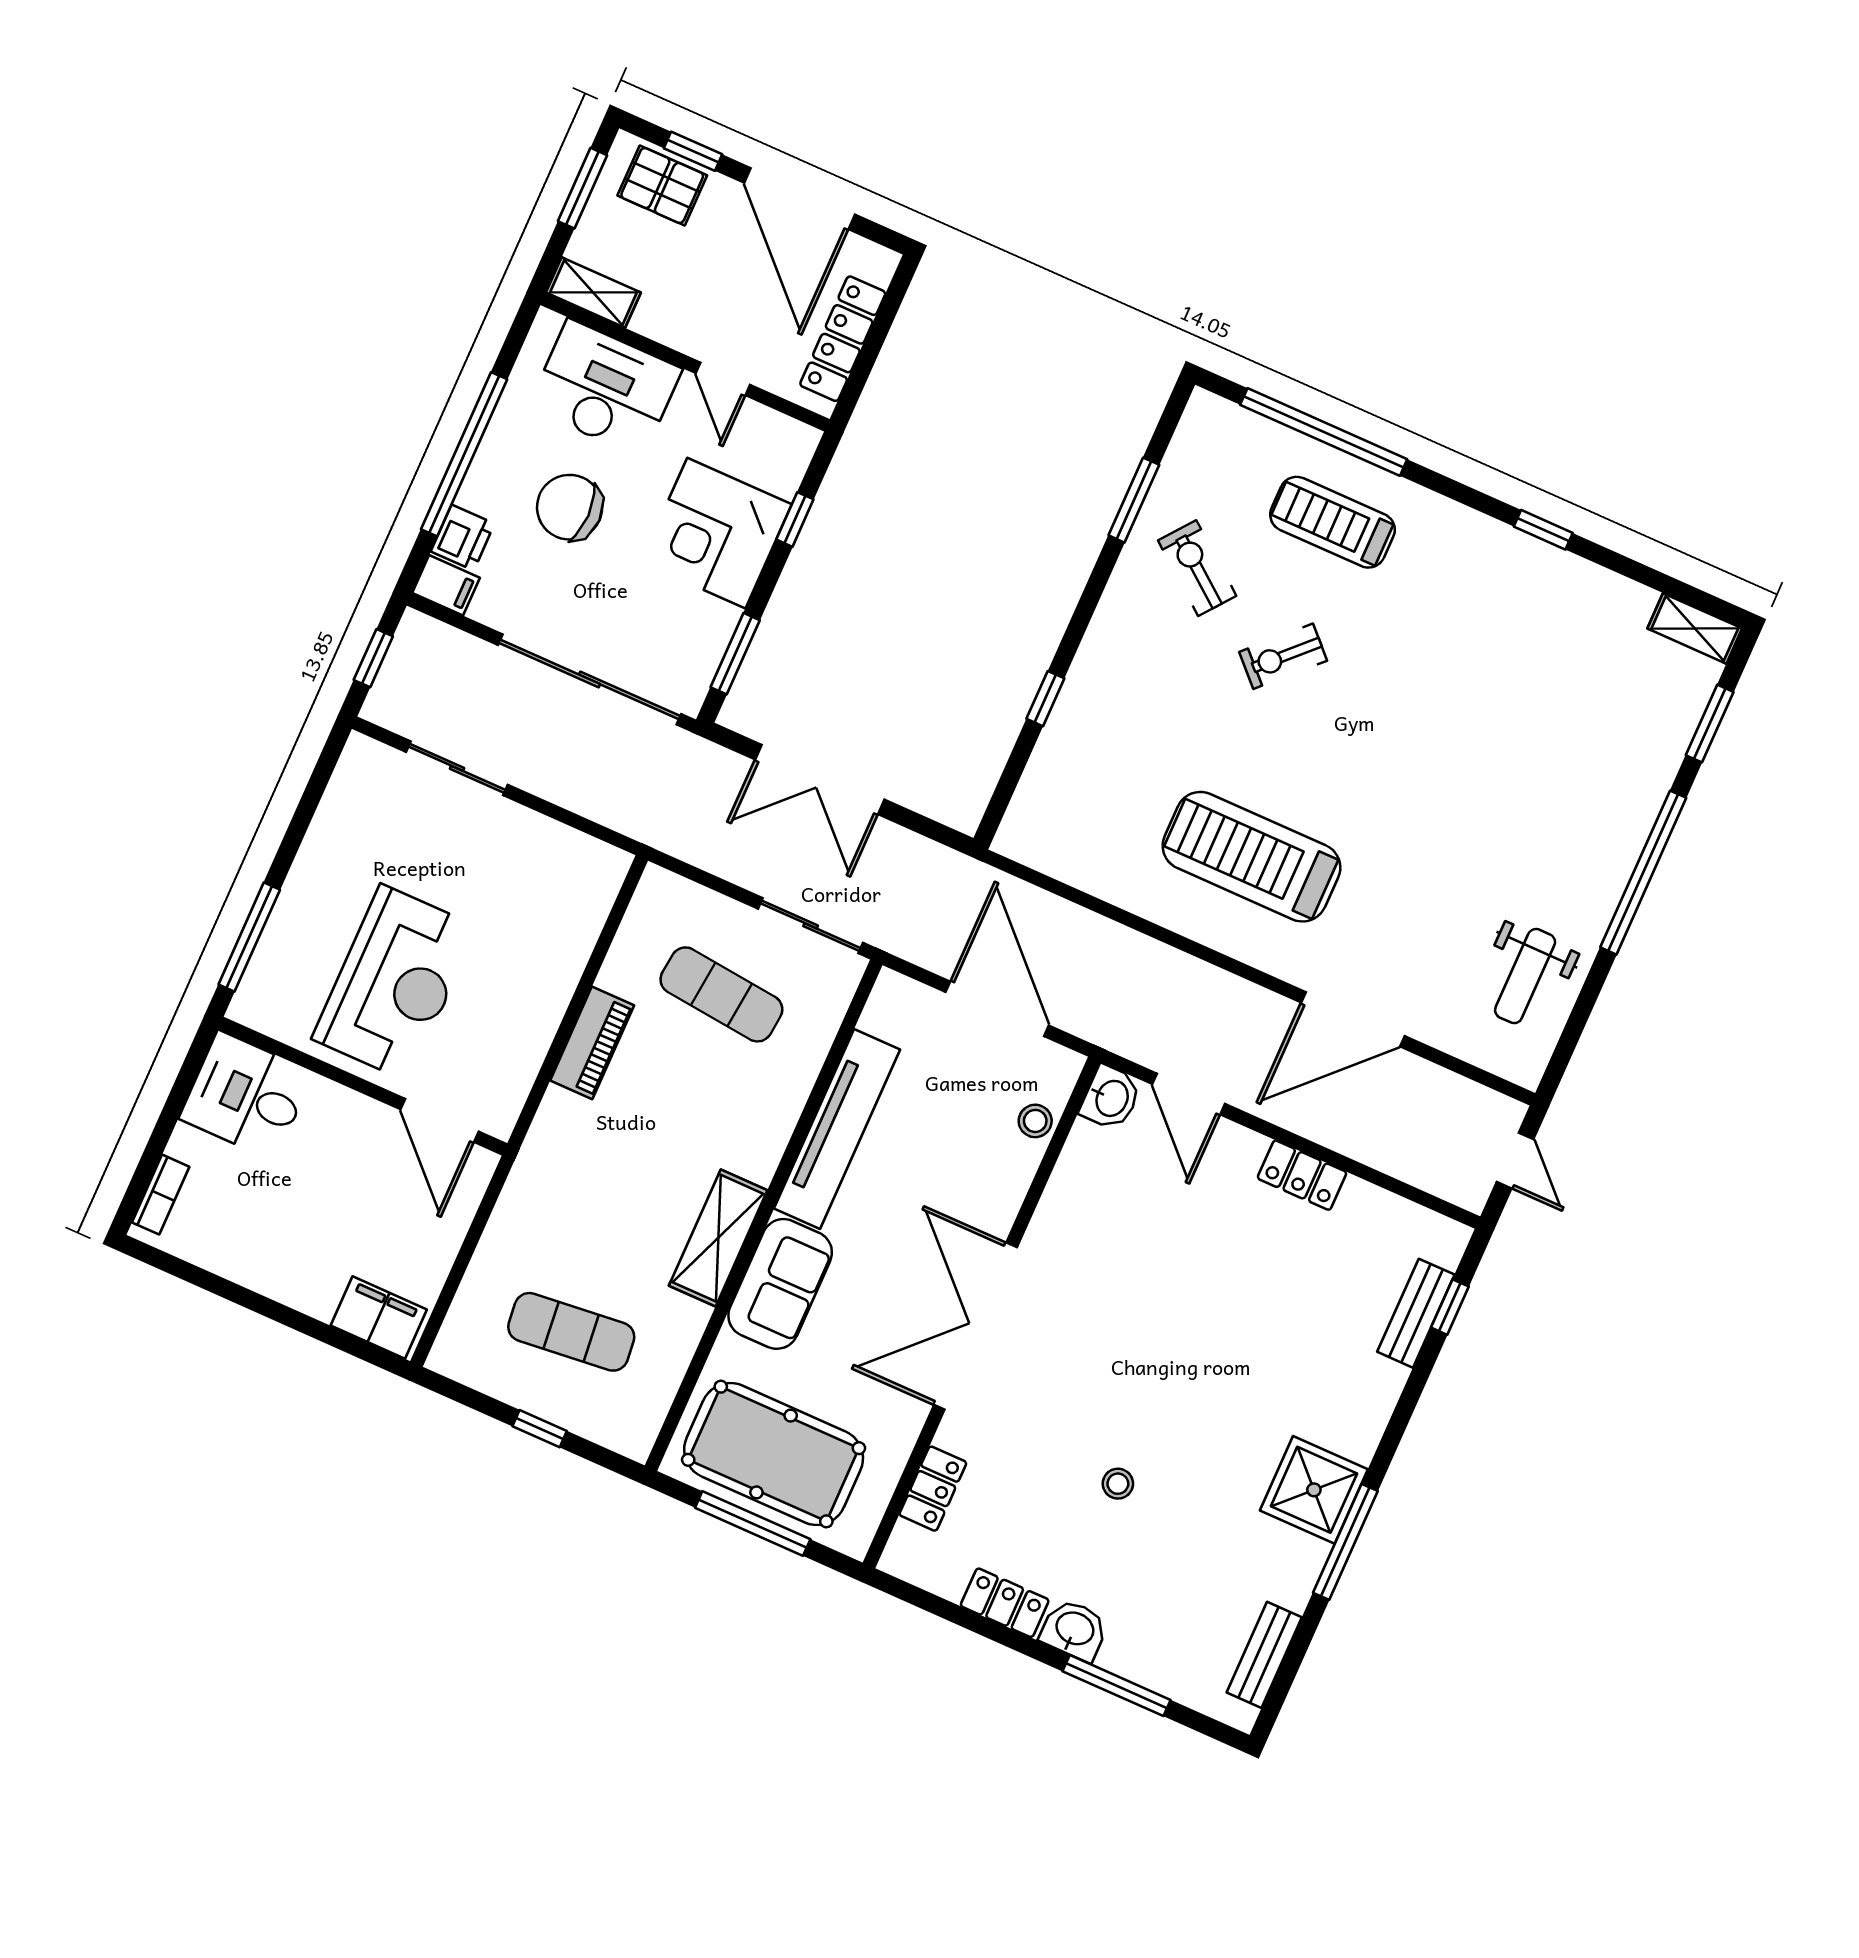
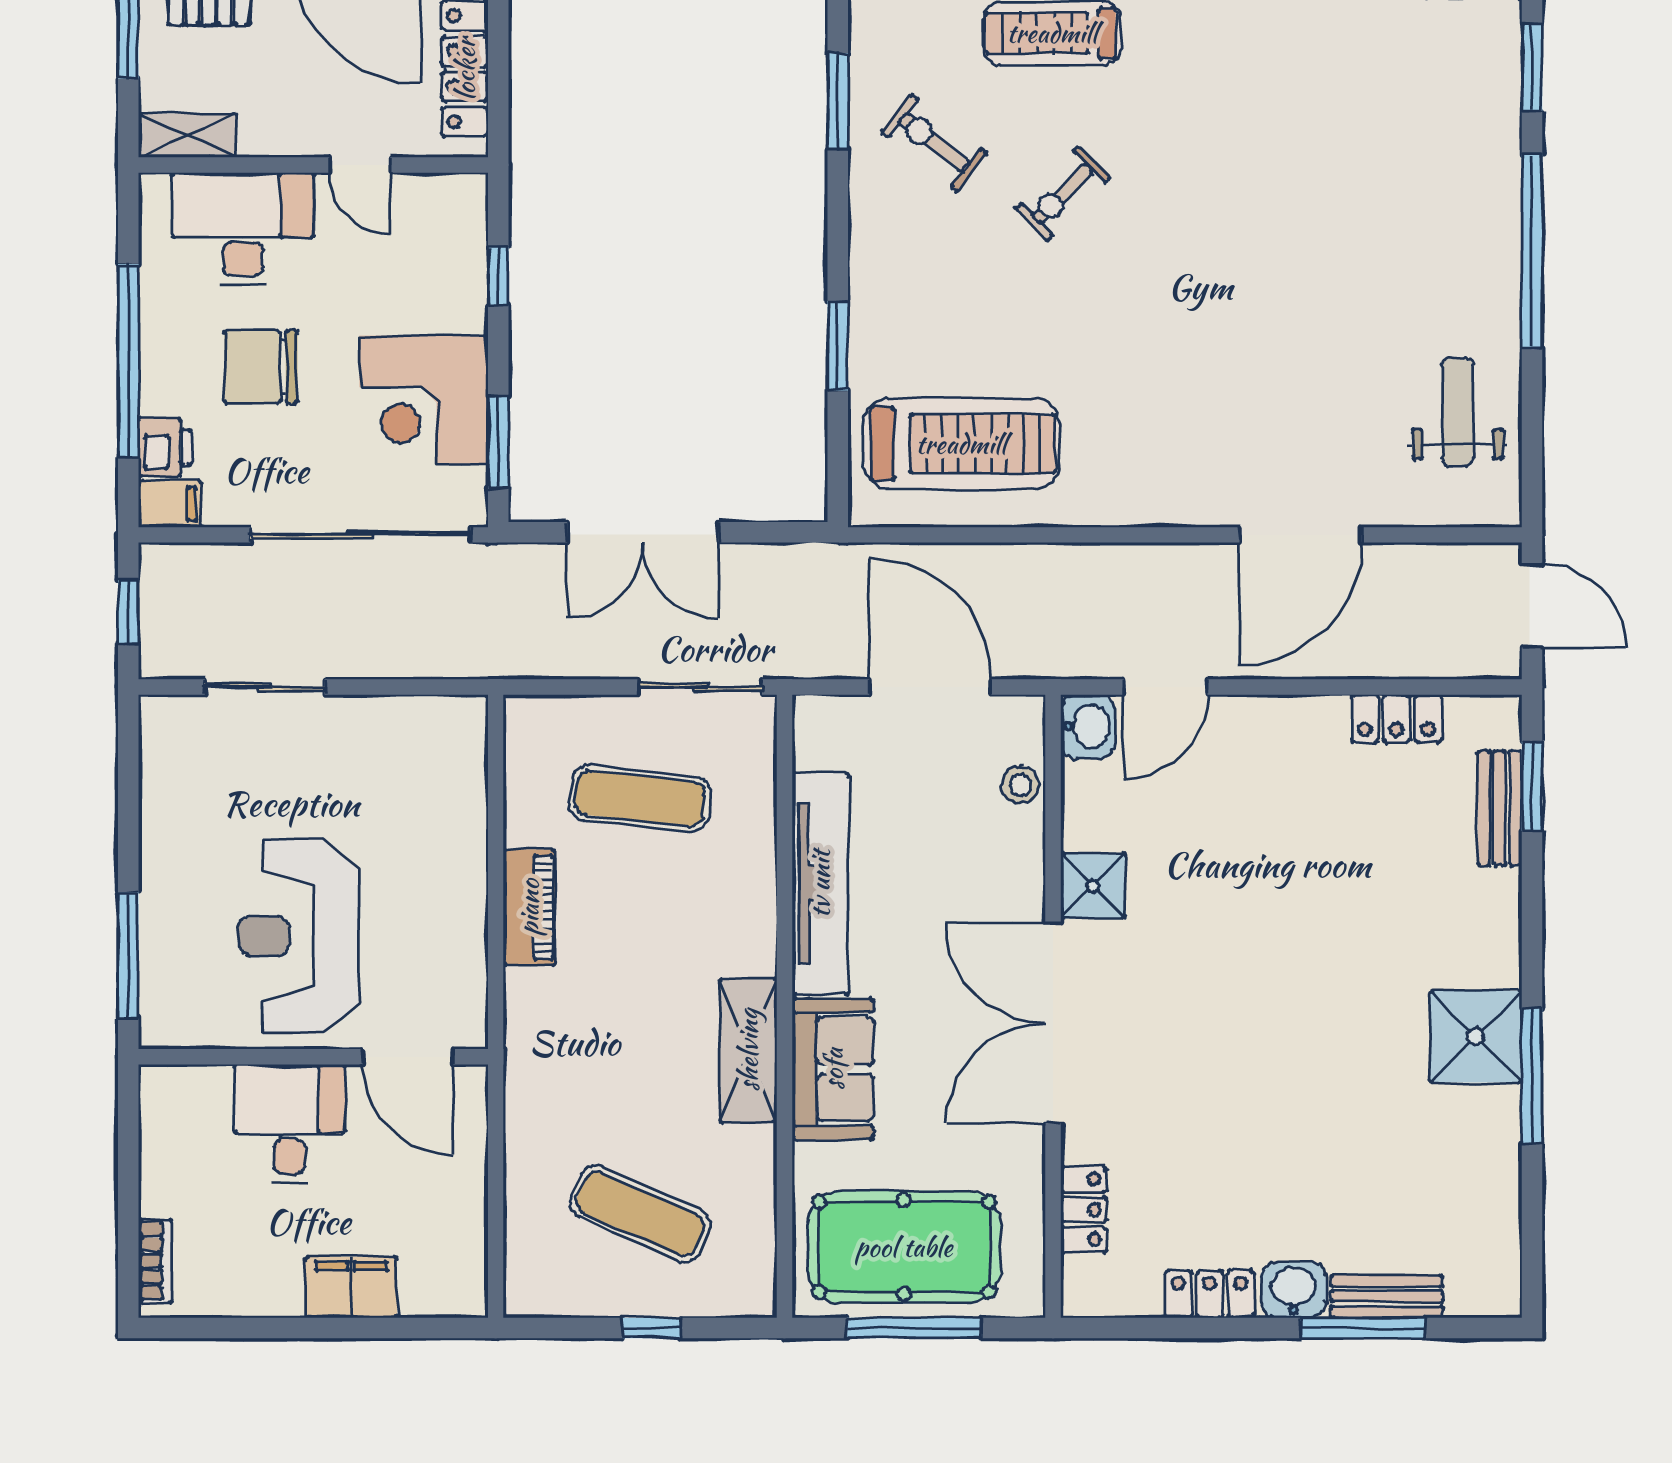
corner desk: (716, 533) -> (424, 400), moved
window: (1045, 699) -> (838, 346), width x1.50
treadmill: (1251, 857) -> (961, 444), moved, turned 180
weight bench: (1525, 976) -> (1458, 412), turned 180
reception desk: (395, 983) -> (299, 936), turned 180
door: (1188, 1094) -> (1166, 687), hinge flipped
desk: (246, 1096) -> (289, 1124), moved, turned 90
door: (1515, 1160) -> (1532, 606), width x1.37
locker: (1302, 1175) -> (1397, 718), moved
shower: (1058, 1229) -> (1093, 886), added
window: (1450, 1307) -> (1532, 786), width x1.50
filing cabinet: (379, 1317) -> (351, 1287), moved
exercise mat: (571, 1332) -> (640, 1214), turned 30
stool: (1118, 1484) -> (1271, 1120), removed
bench: (1264, 1655) -> (1387, 1296), moved, turned 90

